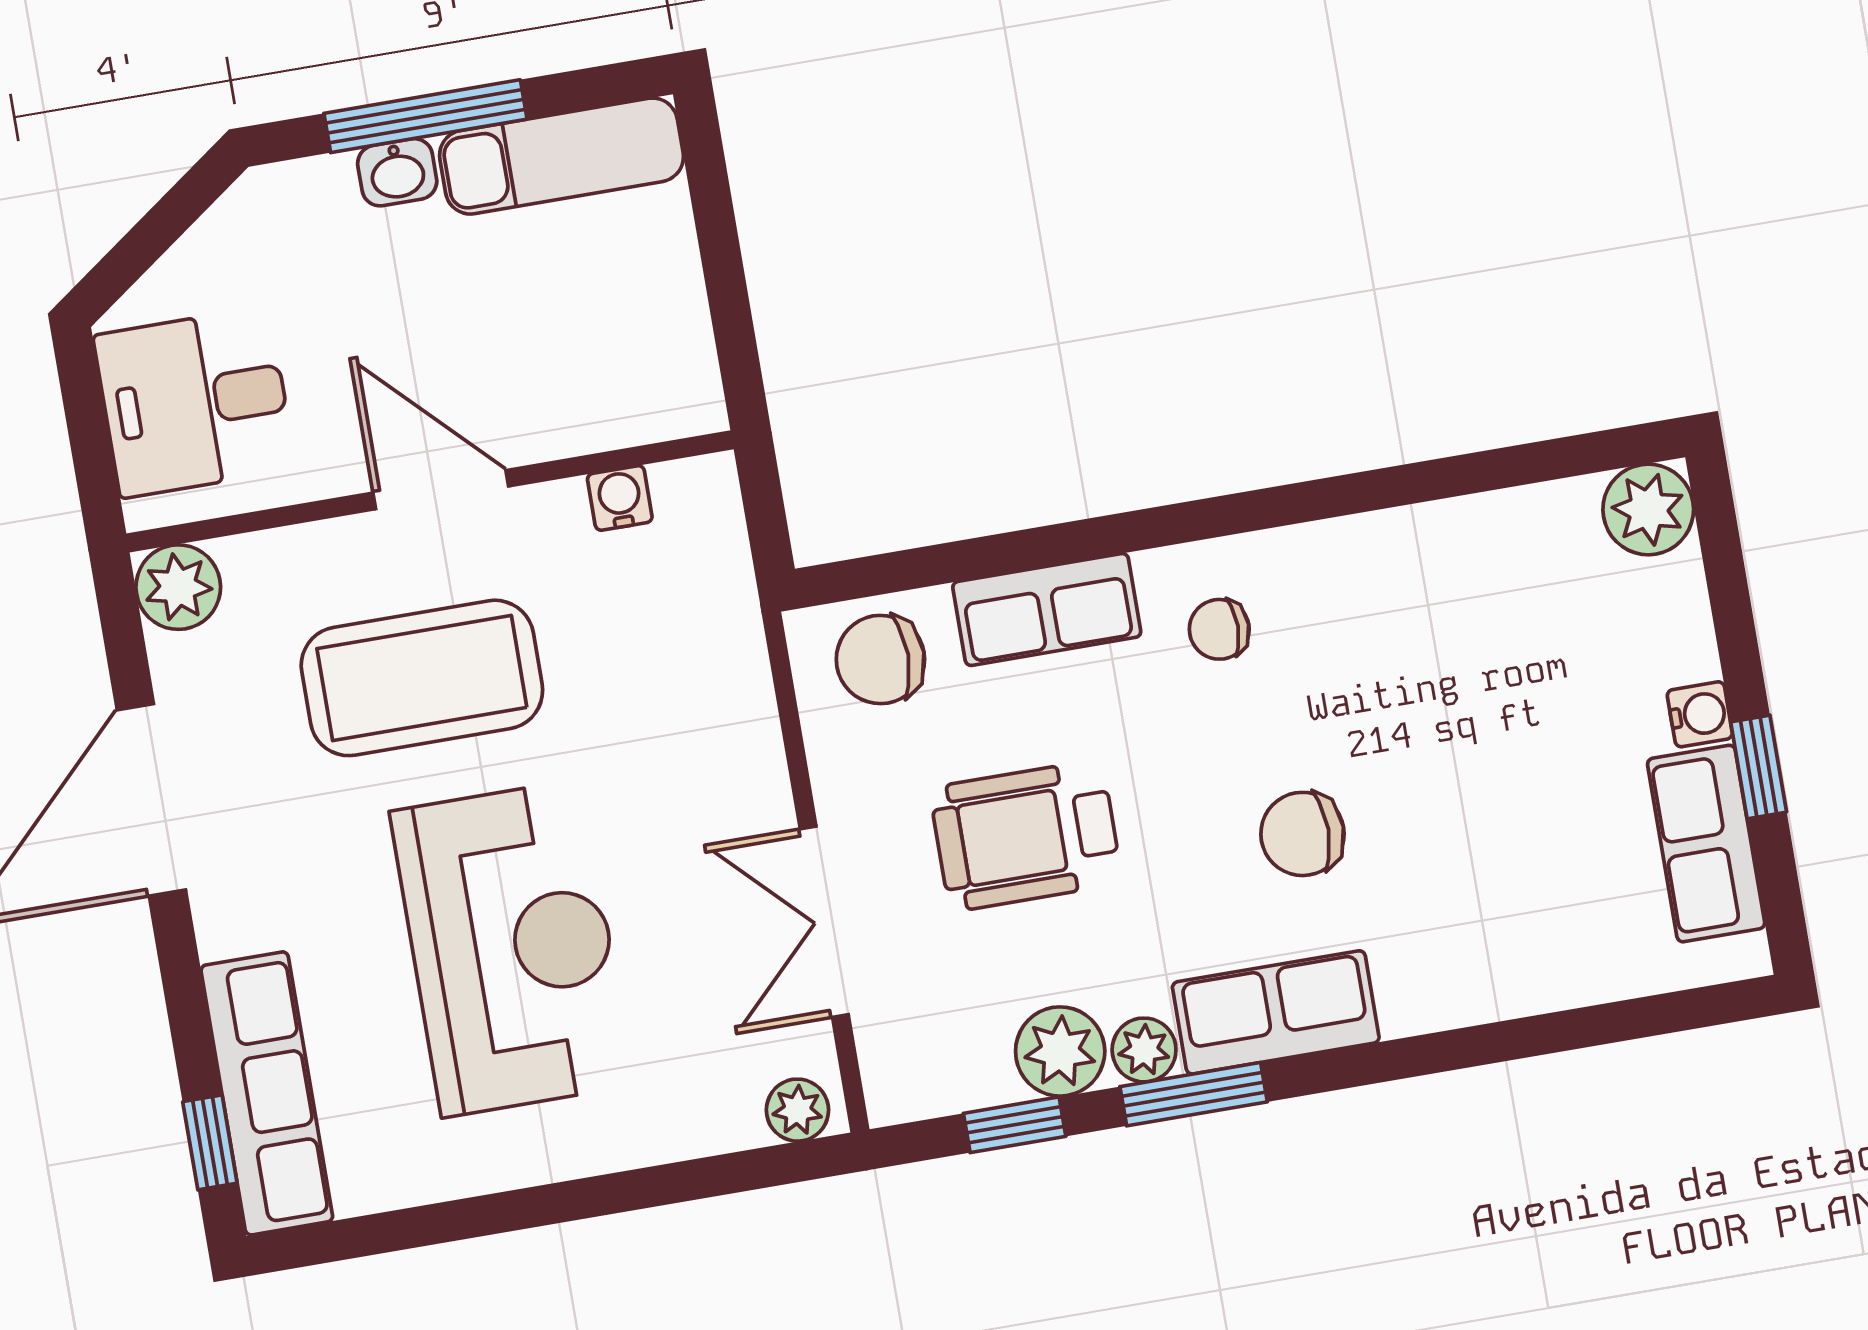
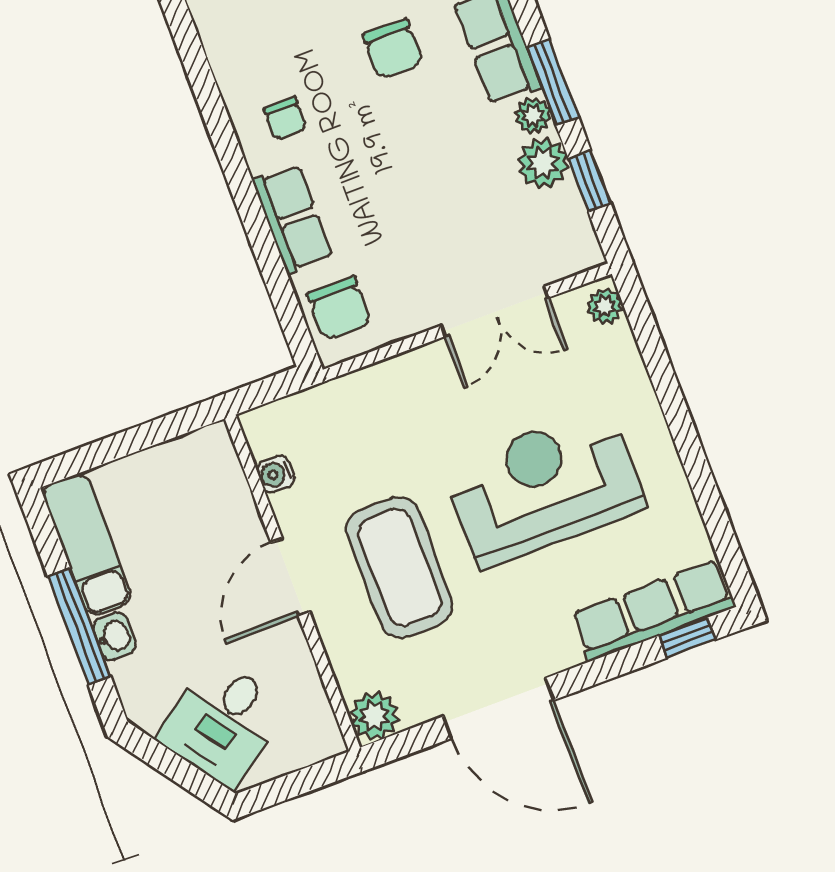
desk: (195, 402) -> (222, 722), moved, turned 54
wheelchair: (1026, 836) -> (424, 206), removed

